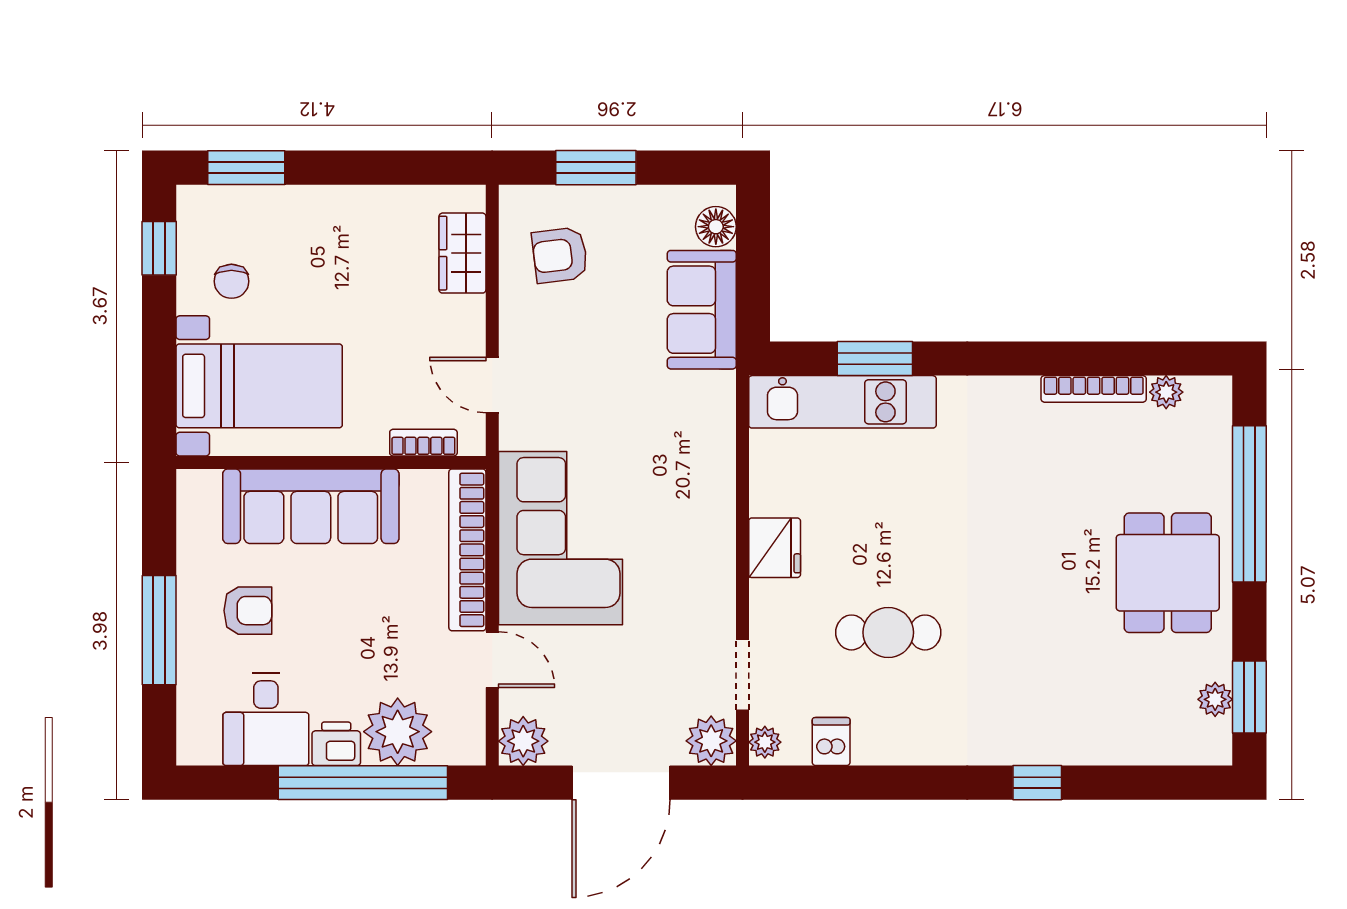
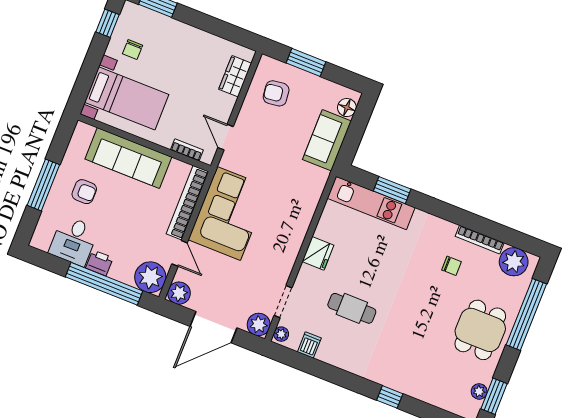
plant: (1166, 392) -> (514, 262), width x1.87, depth x1.87
chair: (1057, 465) -> (451, 266), added
plant: (398, 732) -> (150, 277), moved

